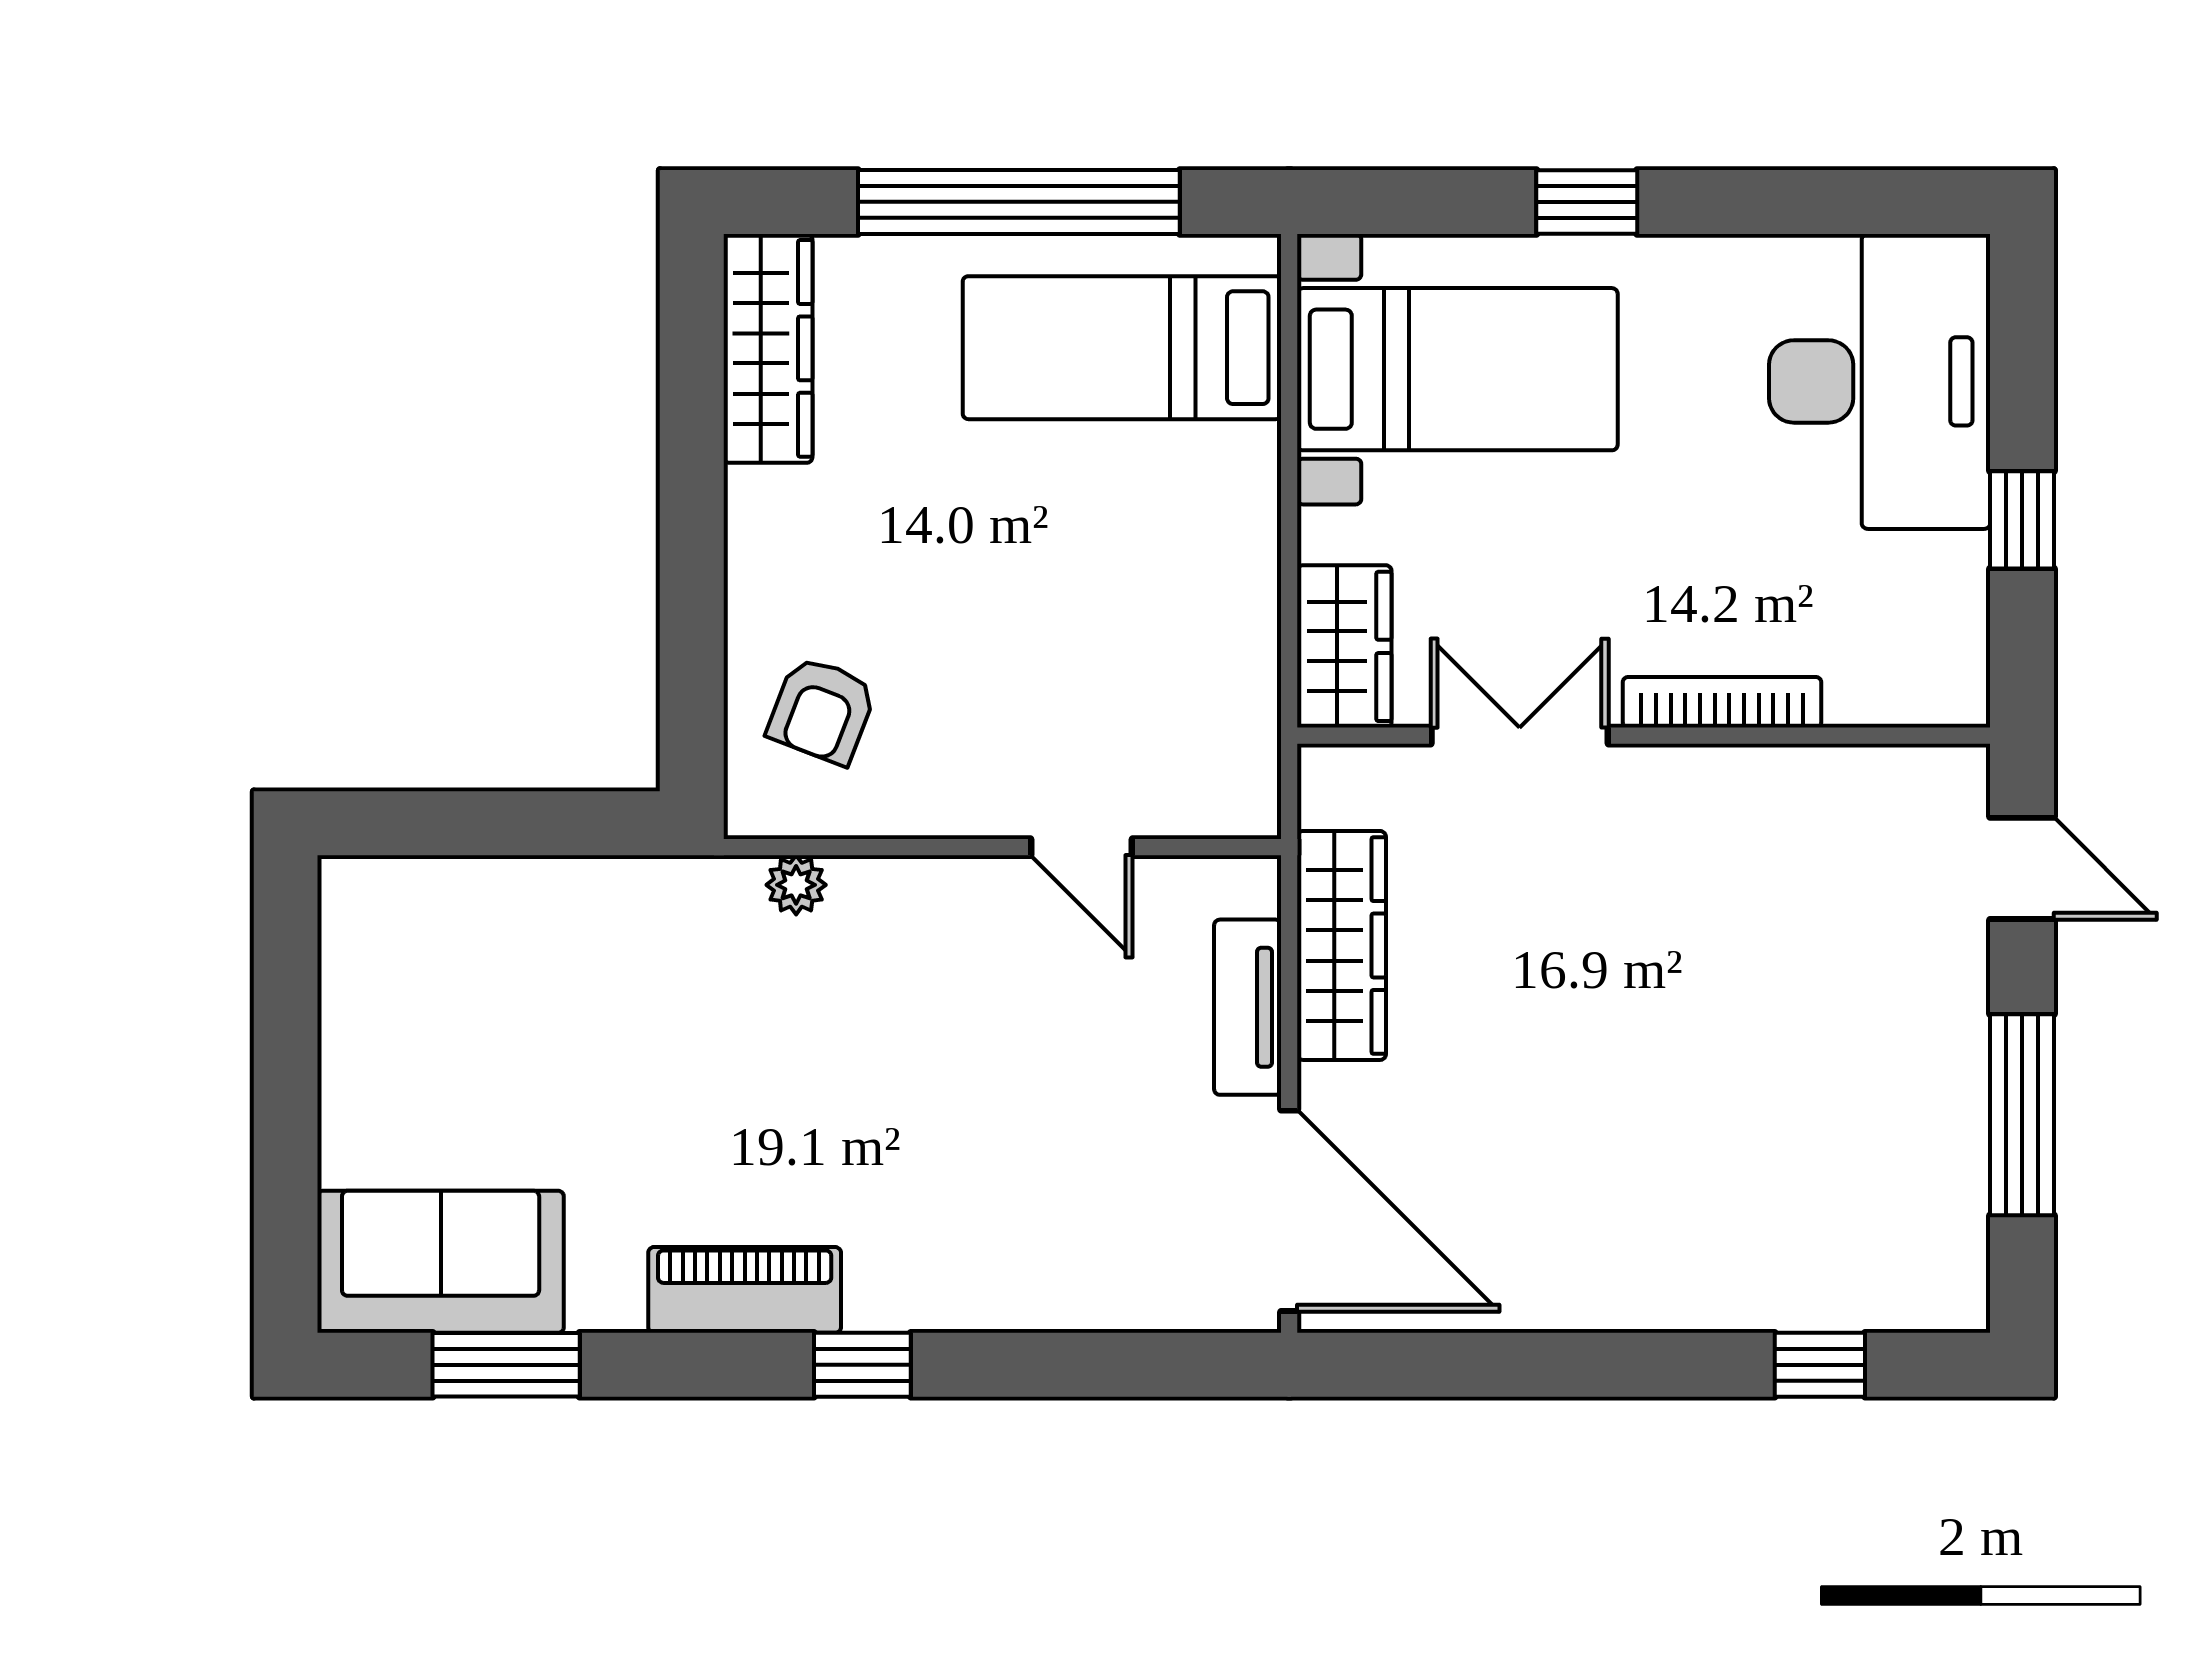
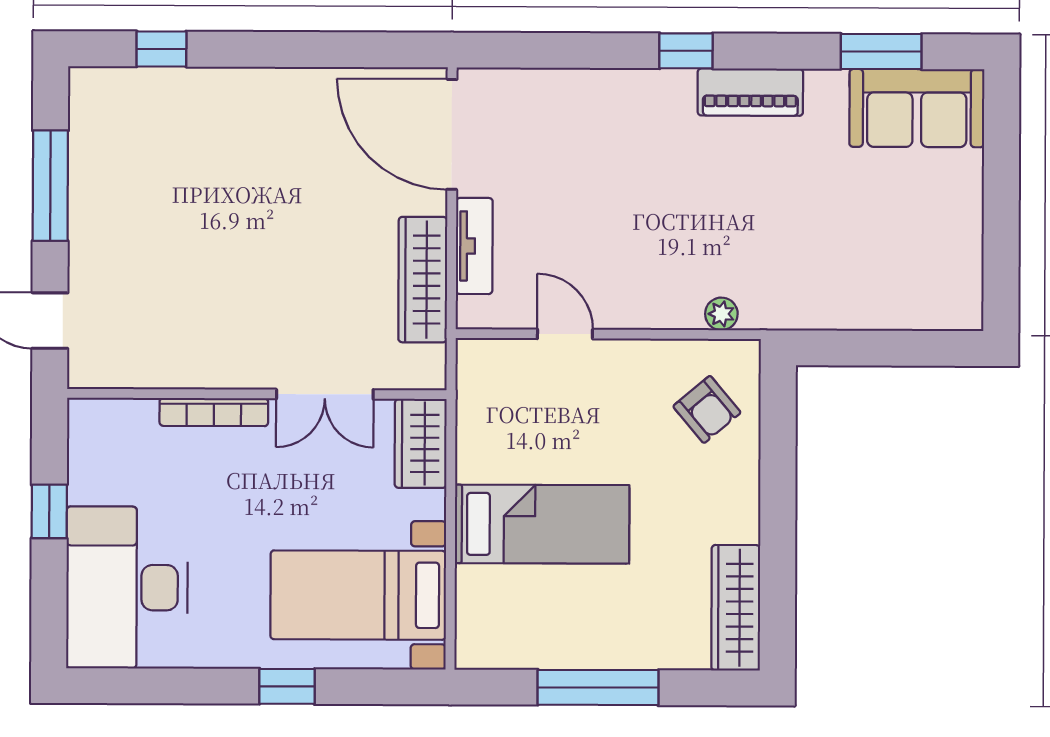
window: (1019, 202) -> (598, 687), width x0.68
bed: (1122, 348) -> (542, 524), moved
armchair: (822, 710) -> (707, 409), turned 119

